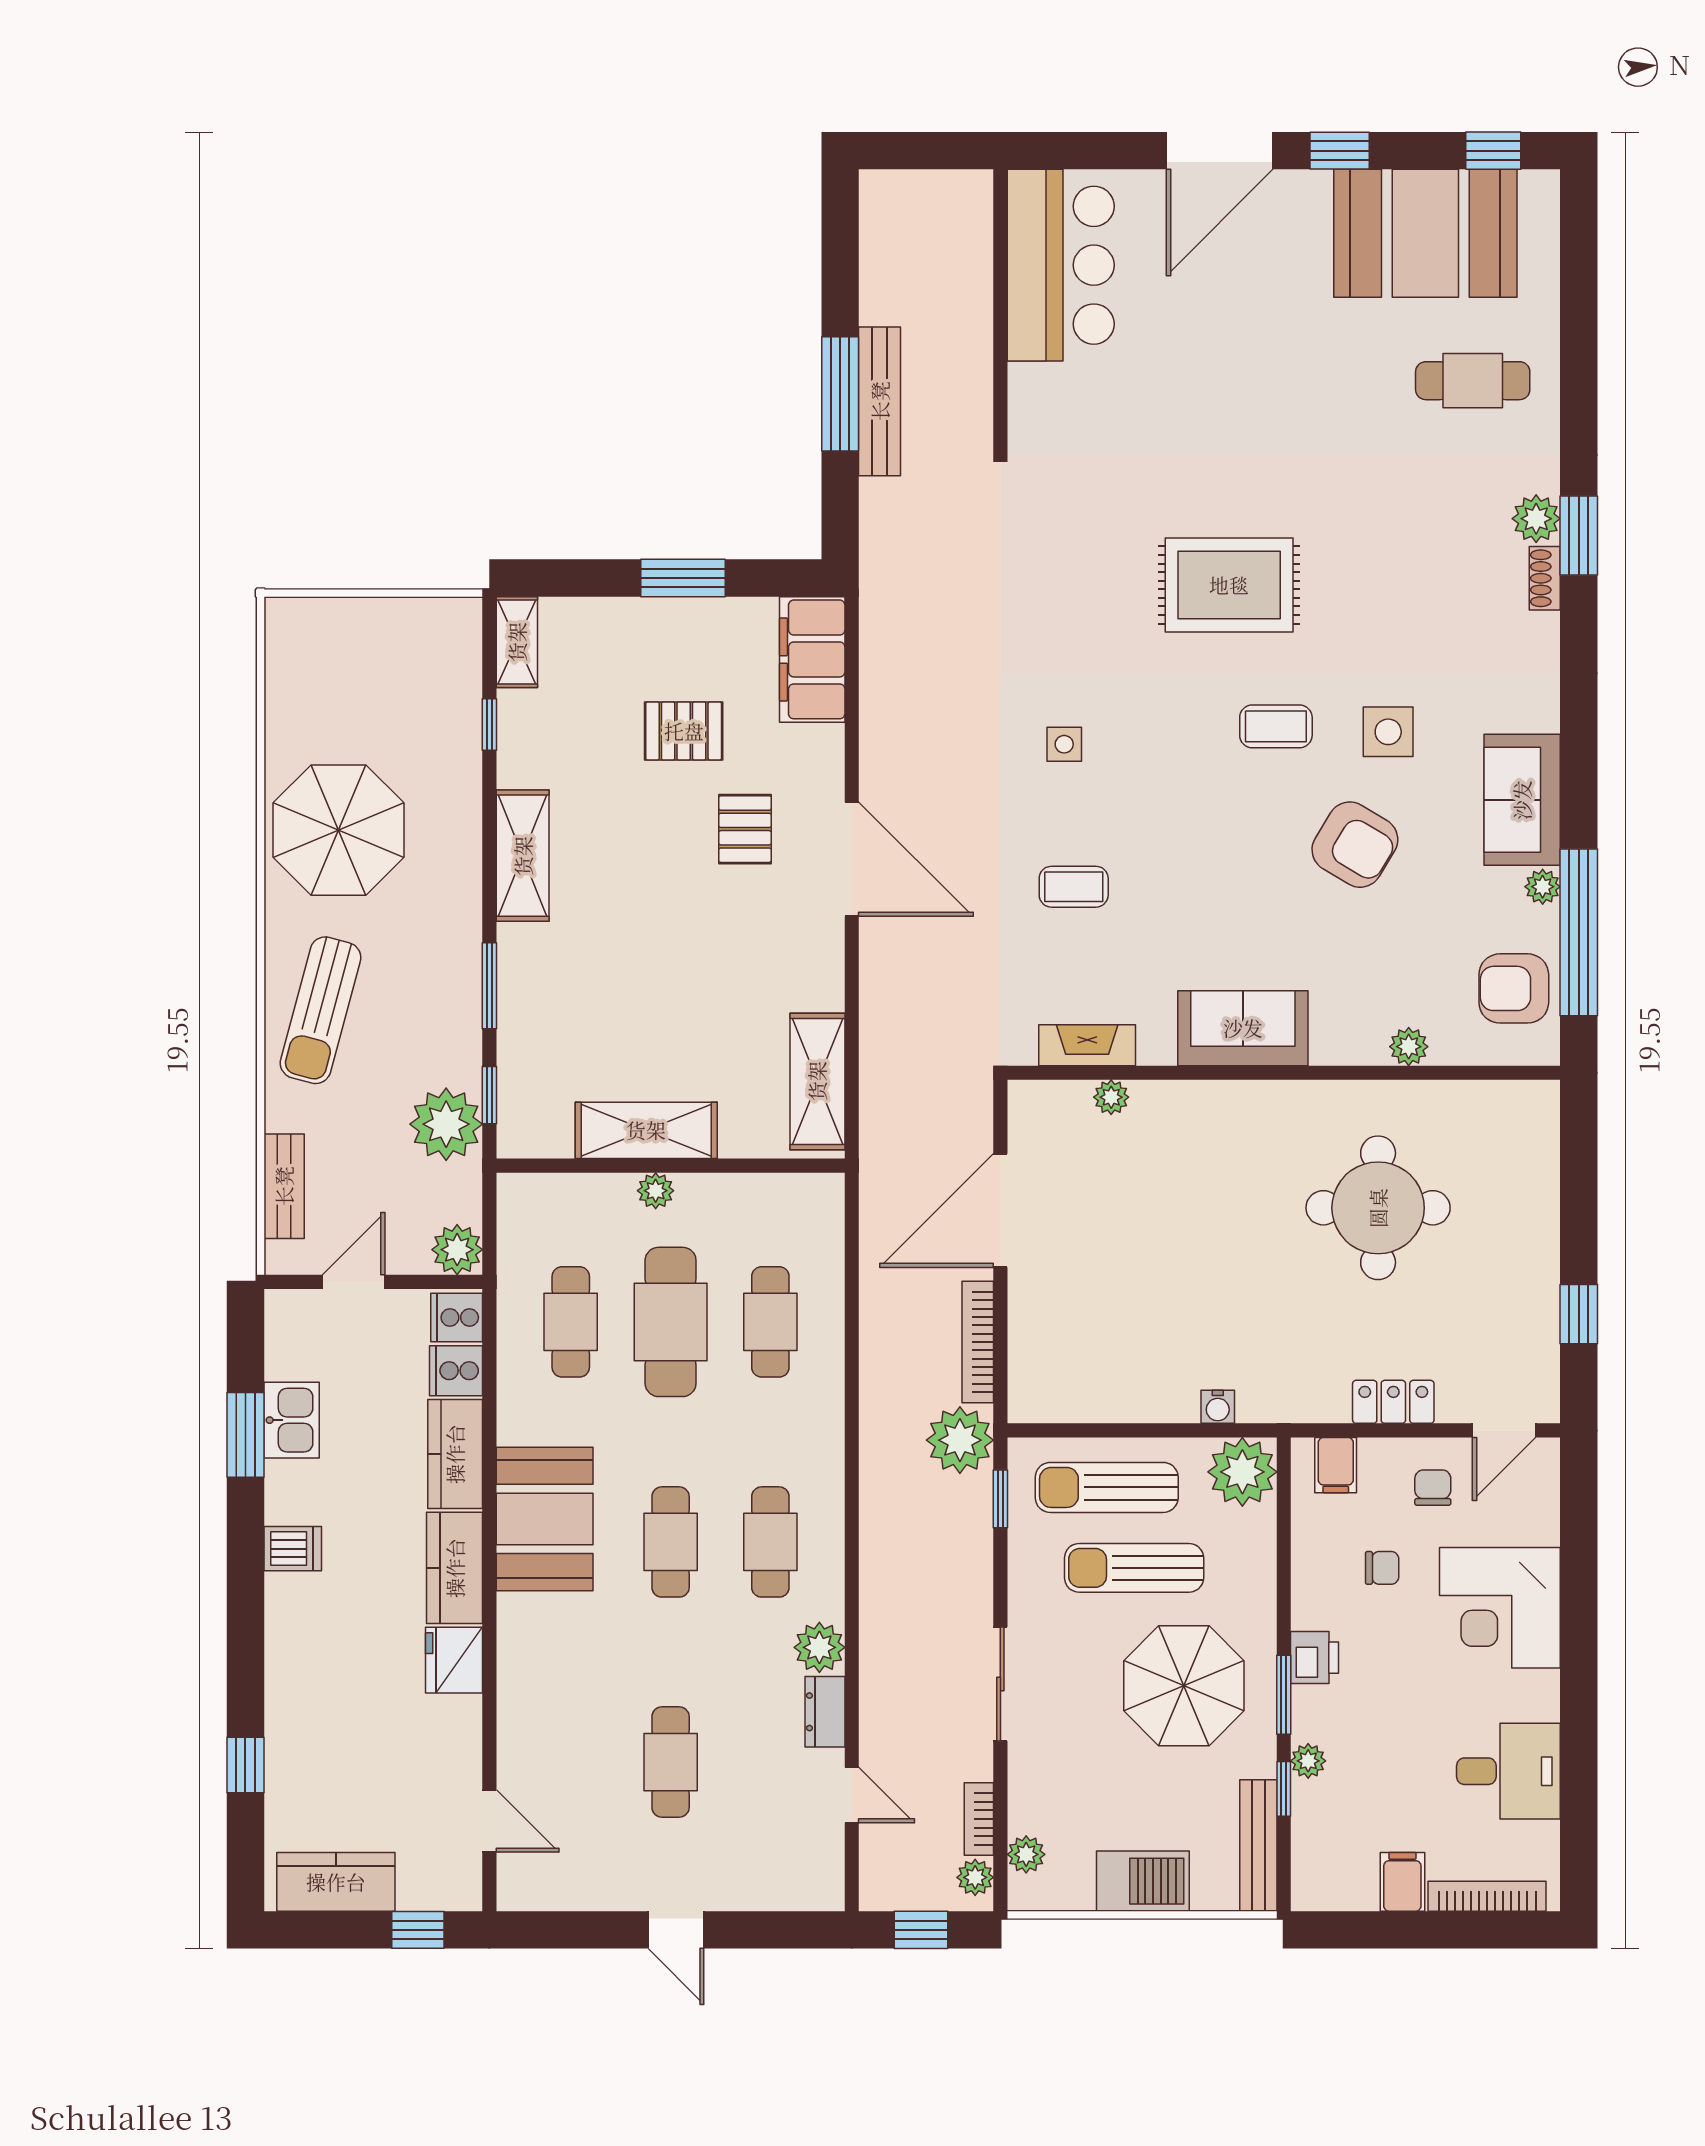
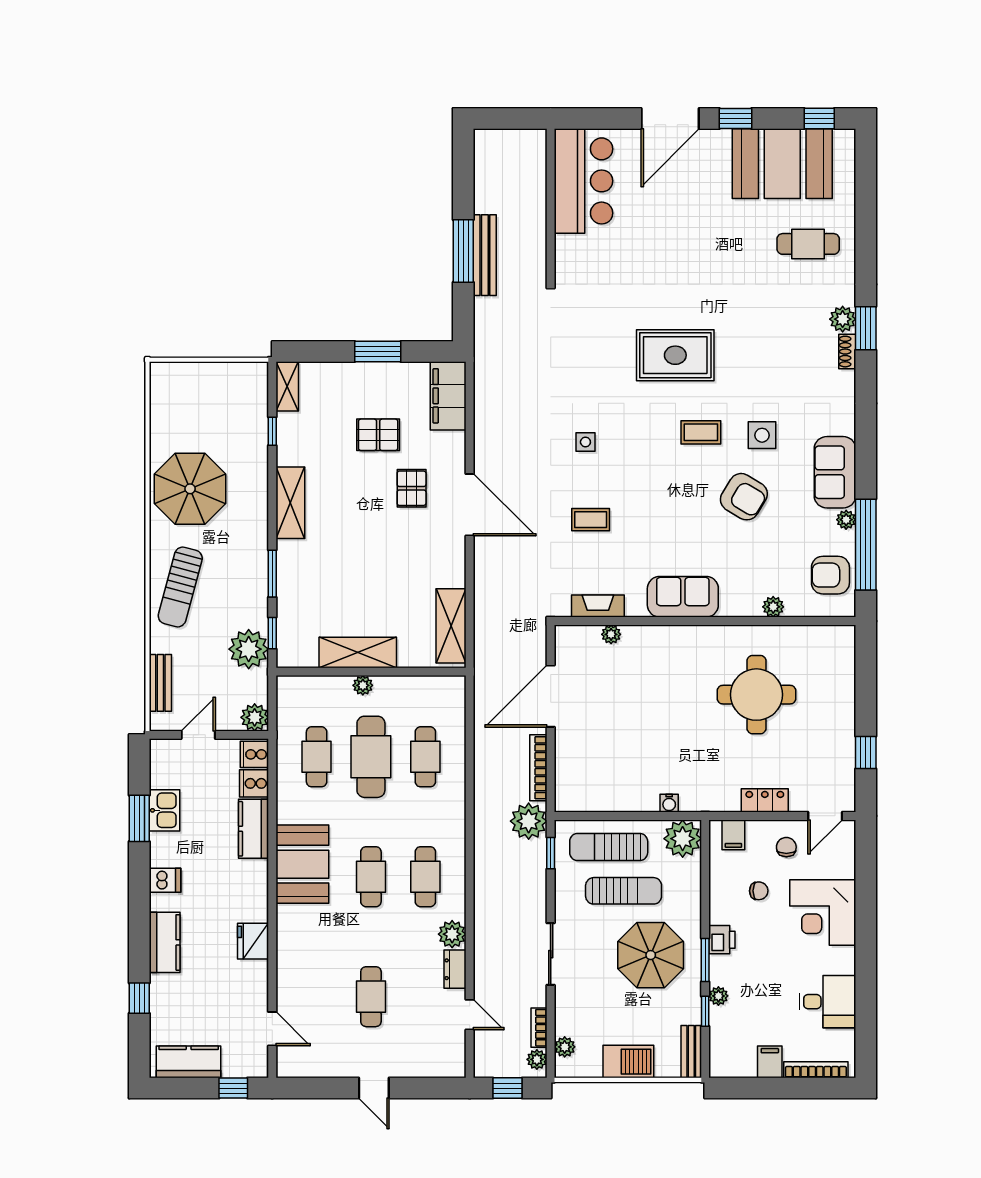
kitchen counter: (455, 1568) -> (165, 942), moved, turned 180
sun lounger: (1134, 1568) -> (624, 891), turned 180
bench: (1258, 1845) -> (691, 1052), width x0.73

